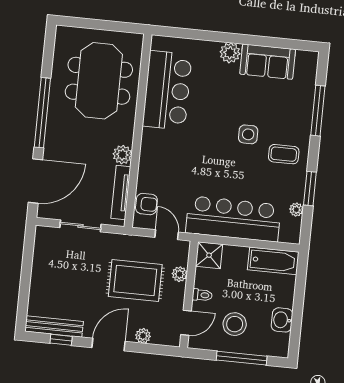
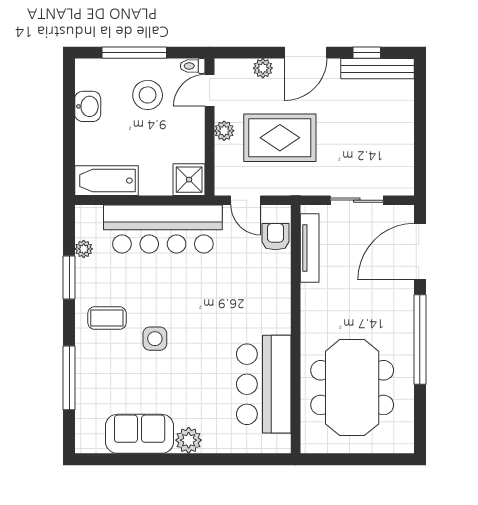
plant: (122, 155) -> (313, 296), removed
armchair: (146, 204) -> (275, 237), turned 90
plant: (180, 274) -> (224, 131), moved
toilet: (202, 295) -> (193, 66), moved

